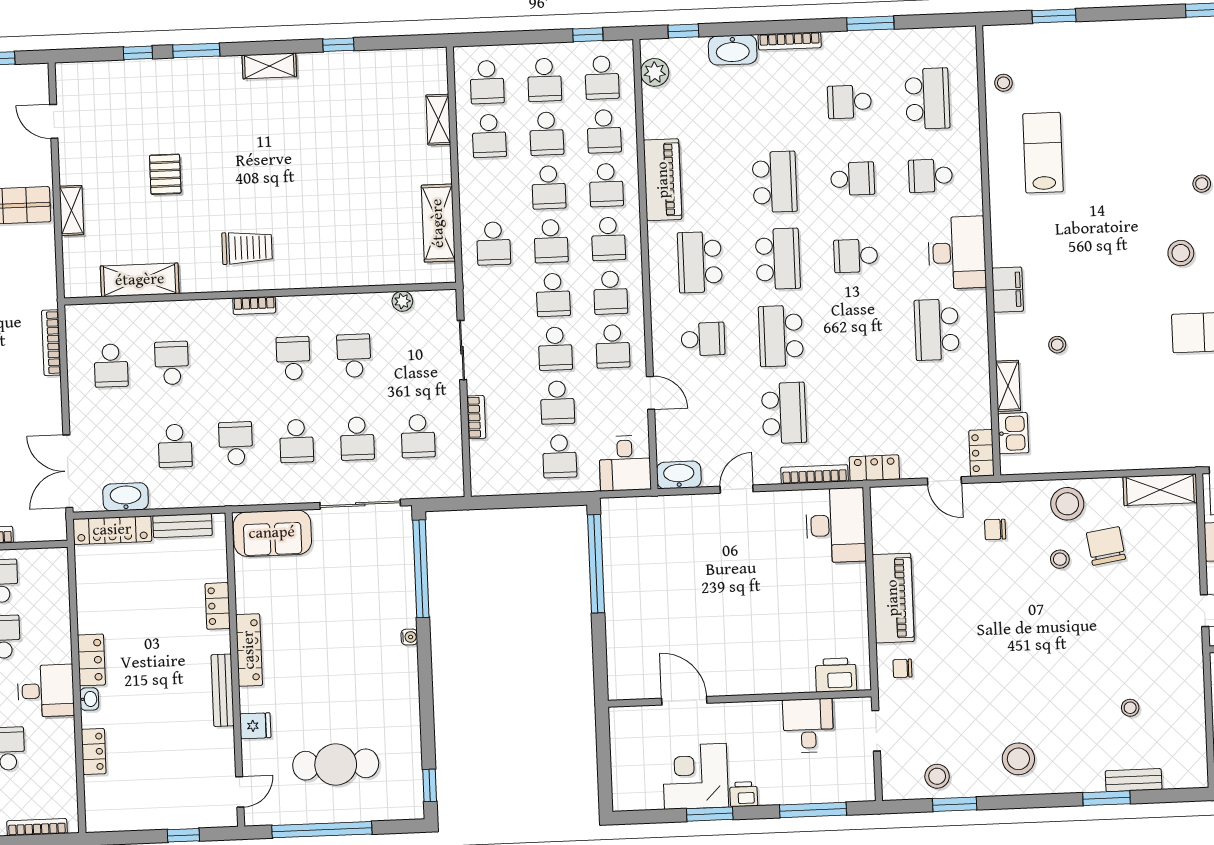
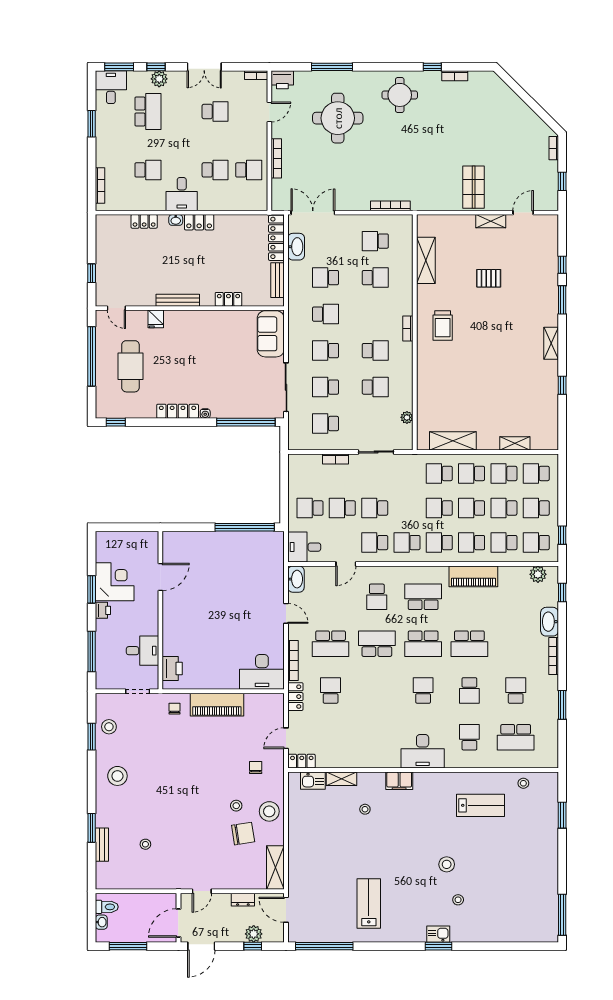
shelving: (72, 210) -> (491, 221), moved
stool: (1181, 253) -> (447, 864), moved
school desk: (553, 295) -> (472, 473), moved
school desk: (937, 330) -> (331, 690), moved, width x0.54
locker: (249, 650) -> (178, 411), moved, turned 180

